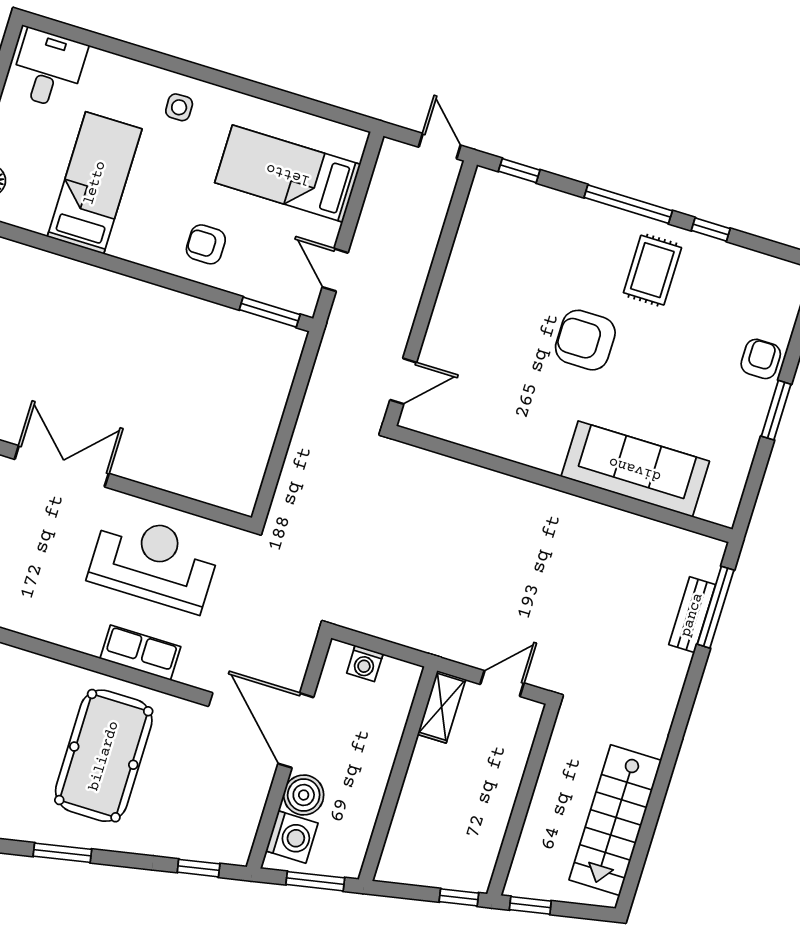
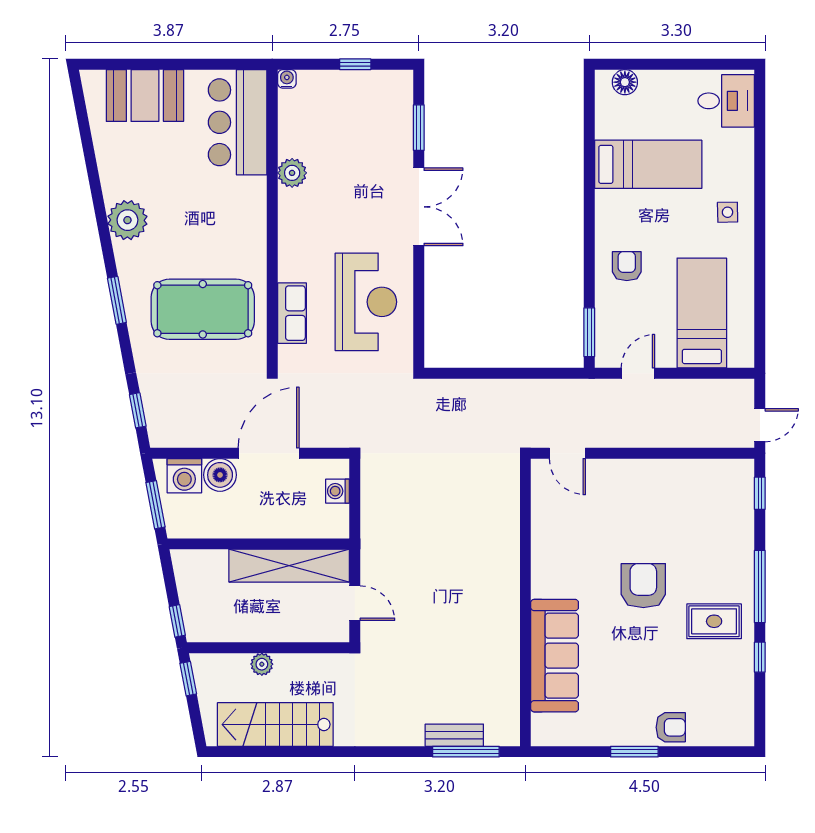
shelving: (442, 707) -> (289, 566), width x2.20, depth x1.33
plant: (540, 814) -> (262, 664), added

